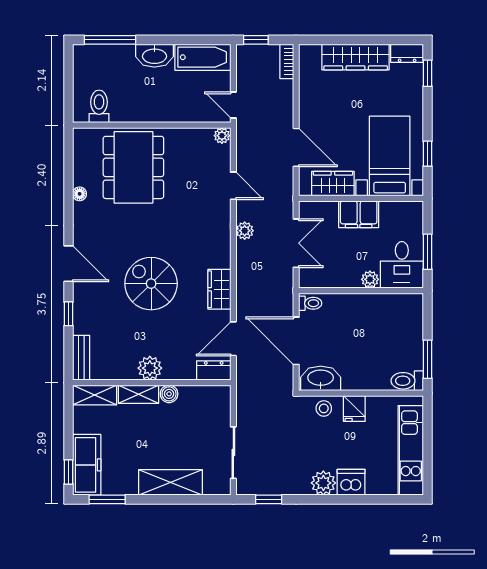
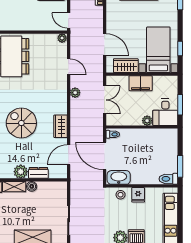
dresser: (214, 370) -> (38, 173), moved

